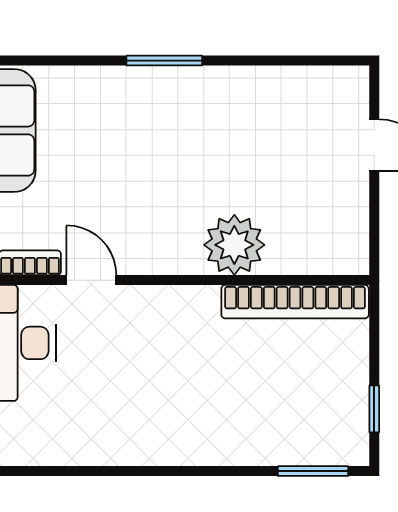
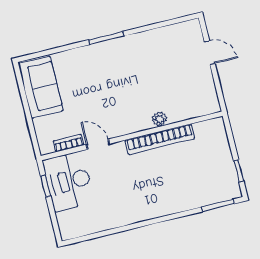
plant: (234, 245) -> (160, 119), width x0.53, depth x0.53
bookcase: (295, 302) -> (160, 139), moved

